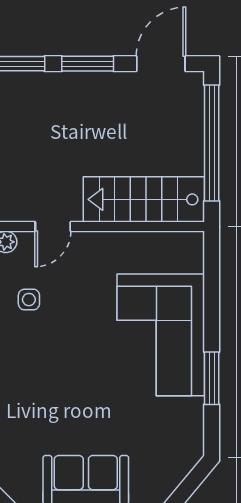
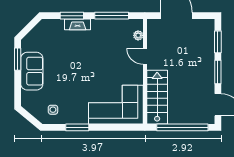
side table: (29, 300) -> (53, 110), moved
corner sofa: (161, 335) -> (116, 105), moved

